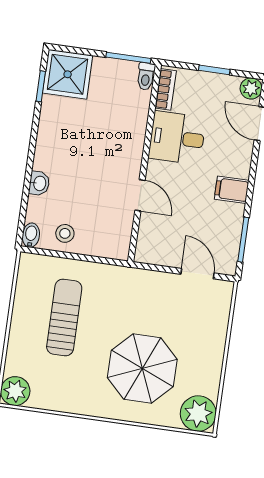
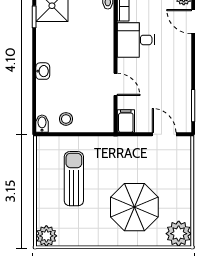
washbasin: (39, 183) -> (43, 71), moved
filing cabinet: (232, 190) -> (126, 121), moved, turned 90

